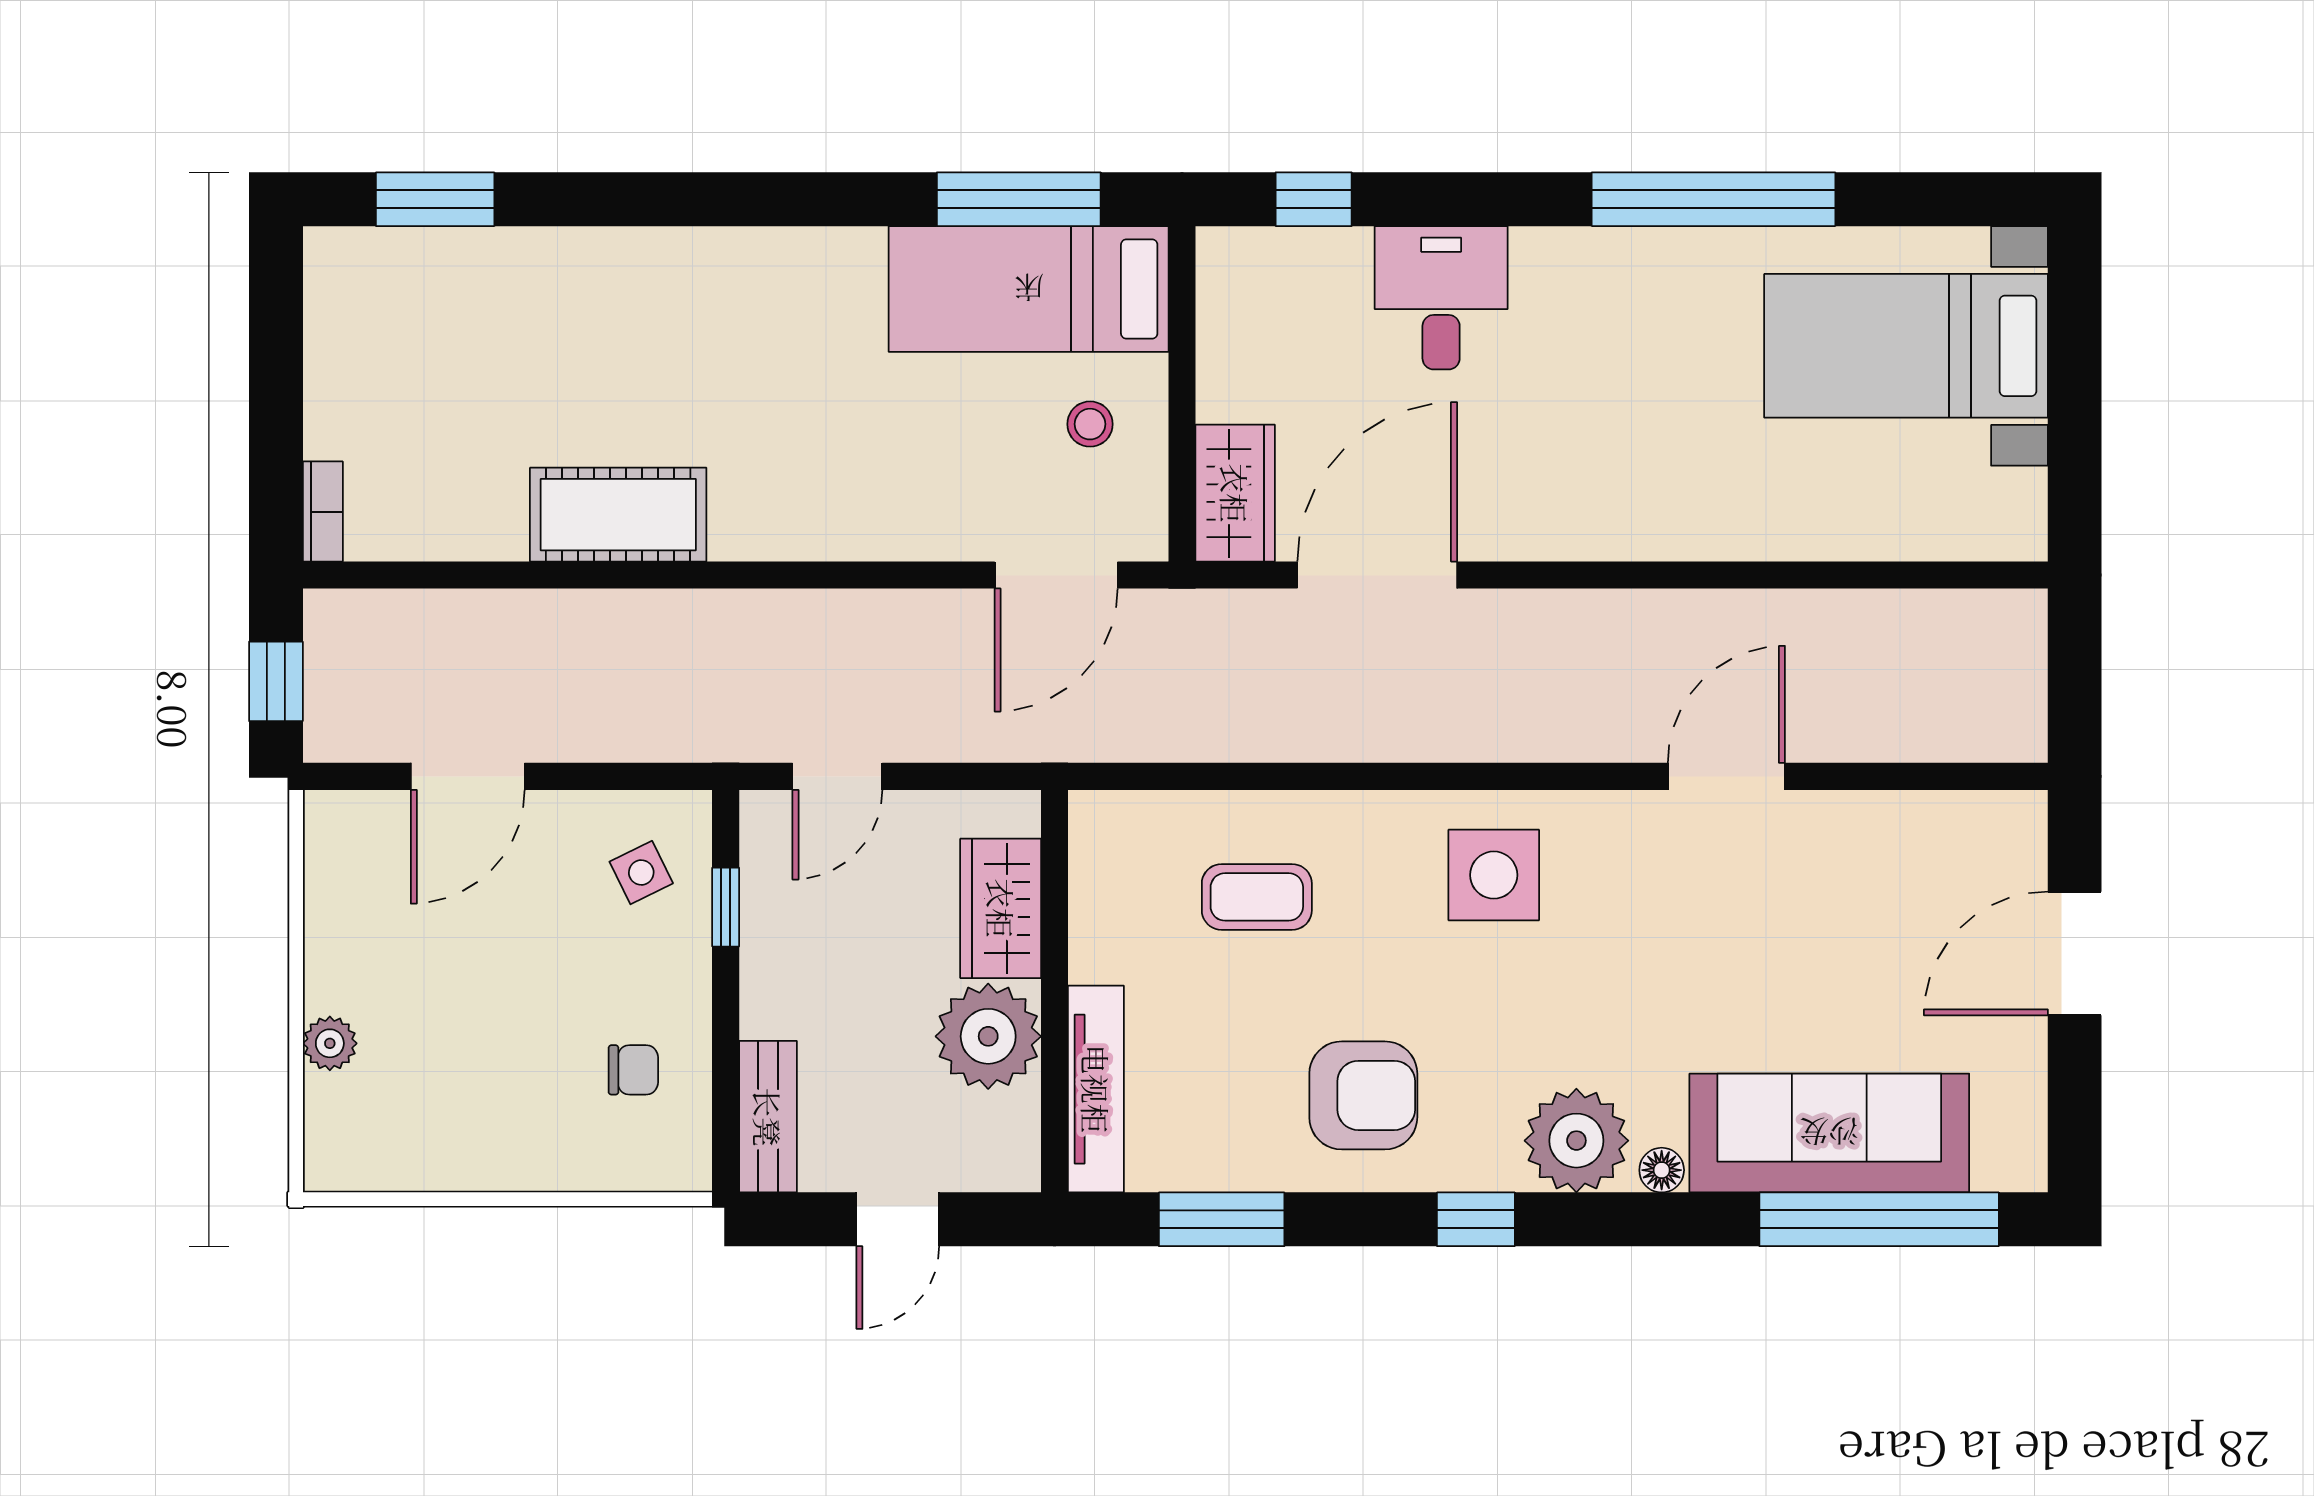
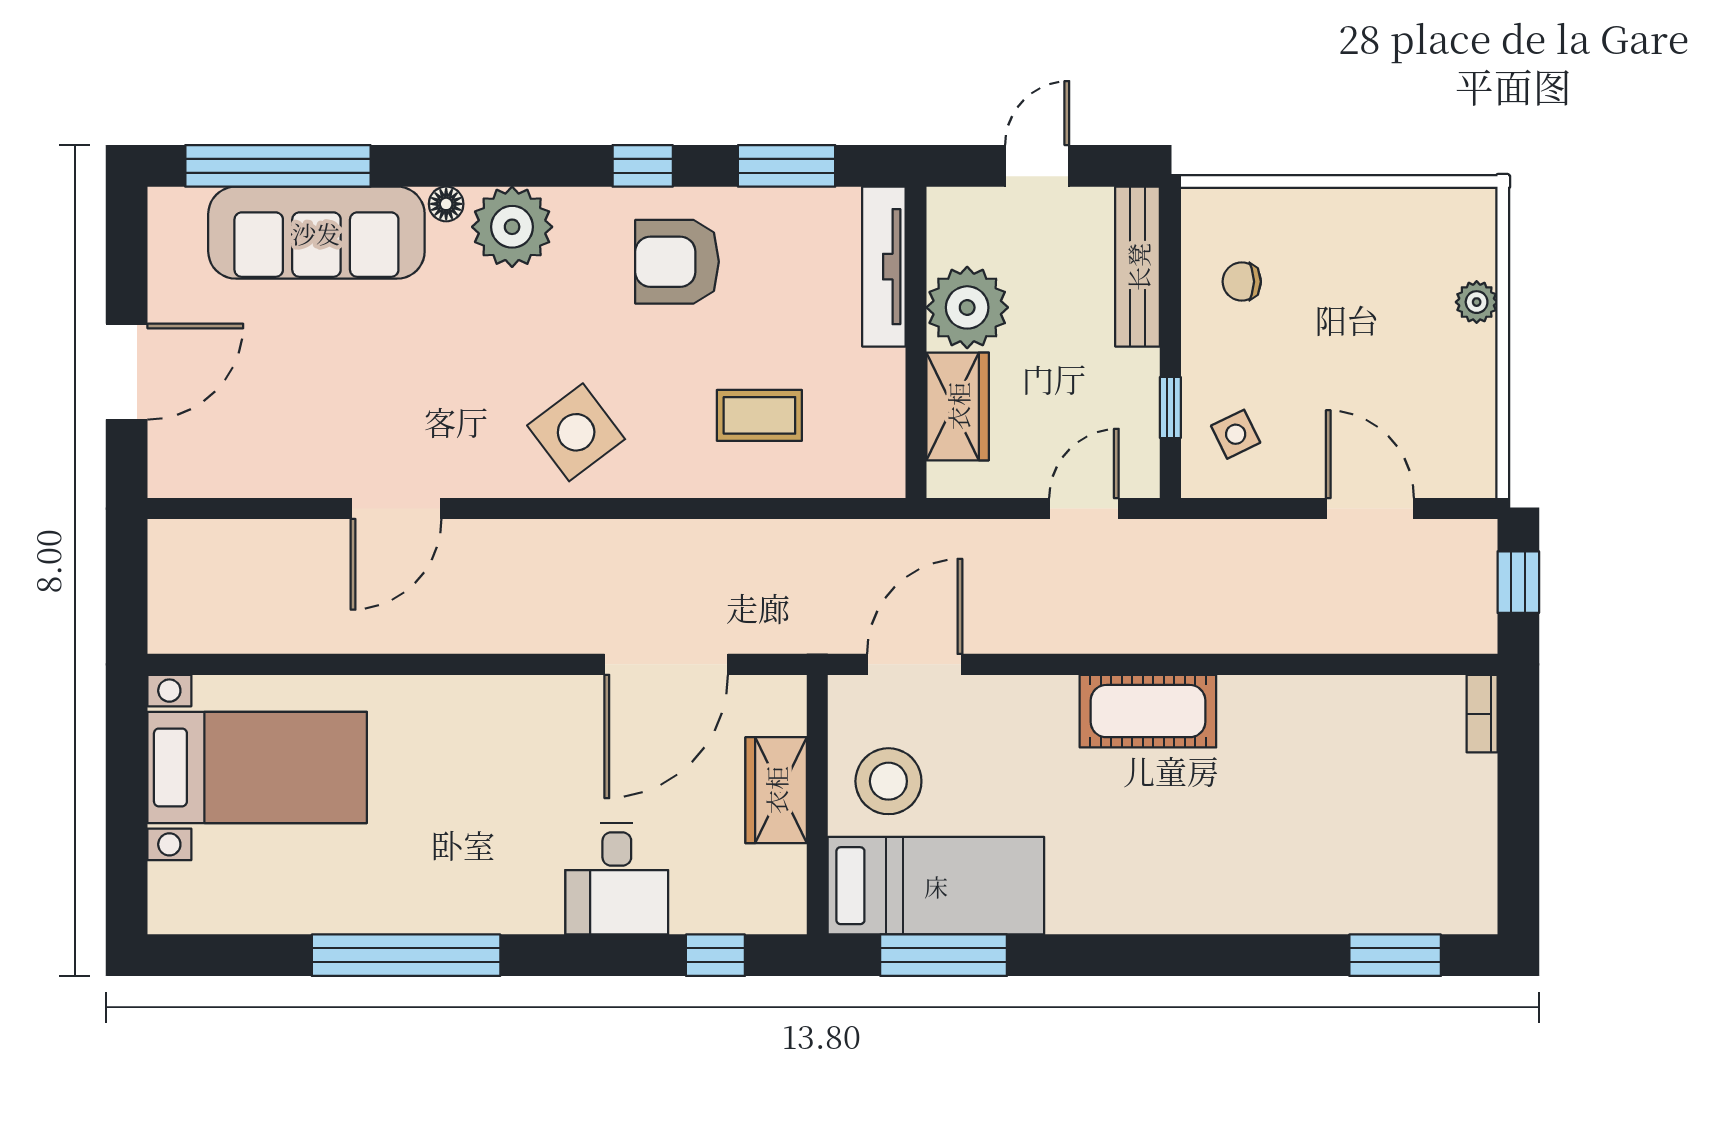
bed with nightstands: (1906, 346) -> (257, 767), moved
stool: (1090, 424) -> (888, 781), width x1.89, depth x1.89
wardrobe: (1235, 493) -> (776, 790), moved
cot: (618, 515) -> (1148, 711), moved
door: (468, 776) -> (1370, 509), hinge flipped
side table: (1494, 875) -> (576, 432), turned -37
bench: (768, 1117) -> (1138, 267), width x1.36
window: (1476, 1219) -> (643, 166), moved

